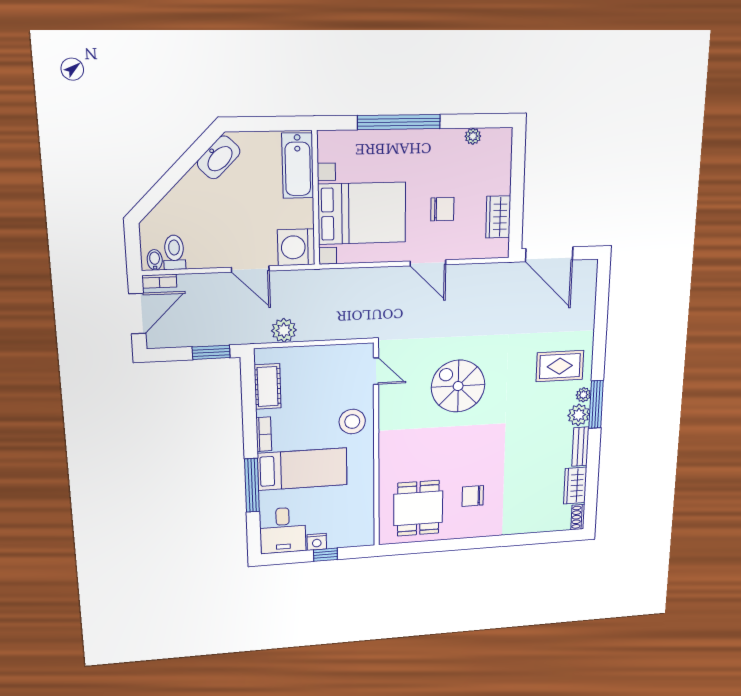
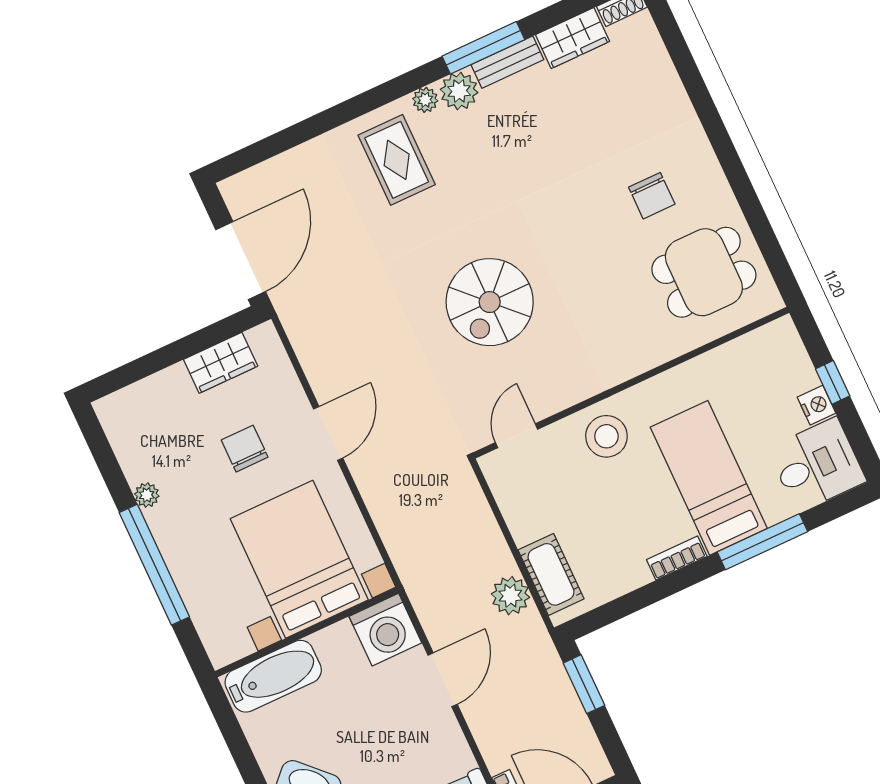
plant: (473, 136) -> (147, 495), moved
cot: (268, 387) -> (551, 574), moved, turned 90
window: (596, 404) -> (483, 48), moved

